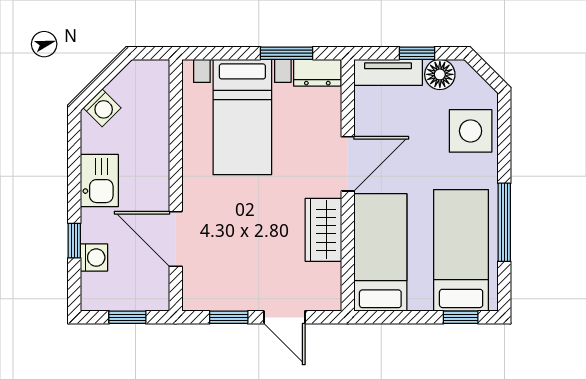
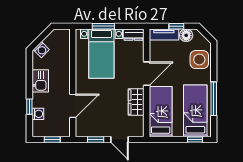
window: (287, 53) -> (103, 26), moved
door: (176, 239) -> (73, 106), swing flipped

